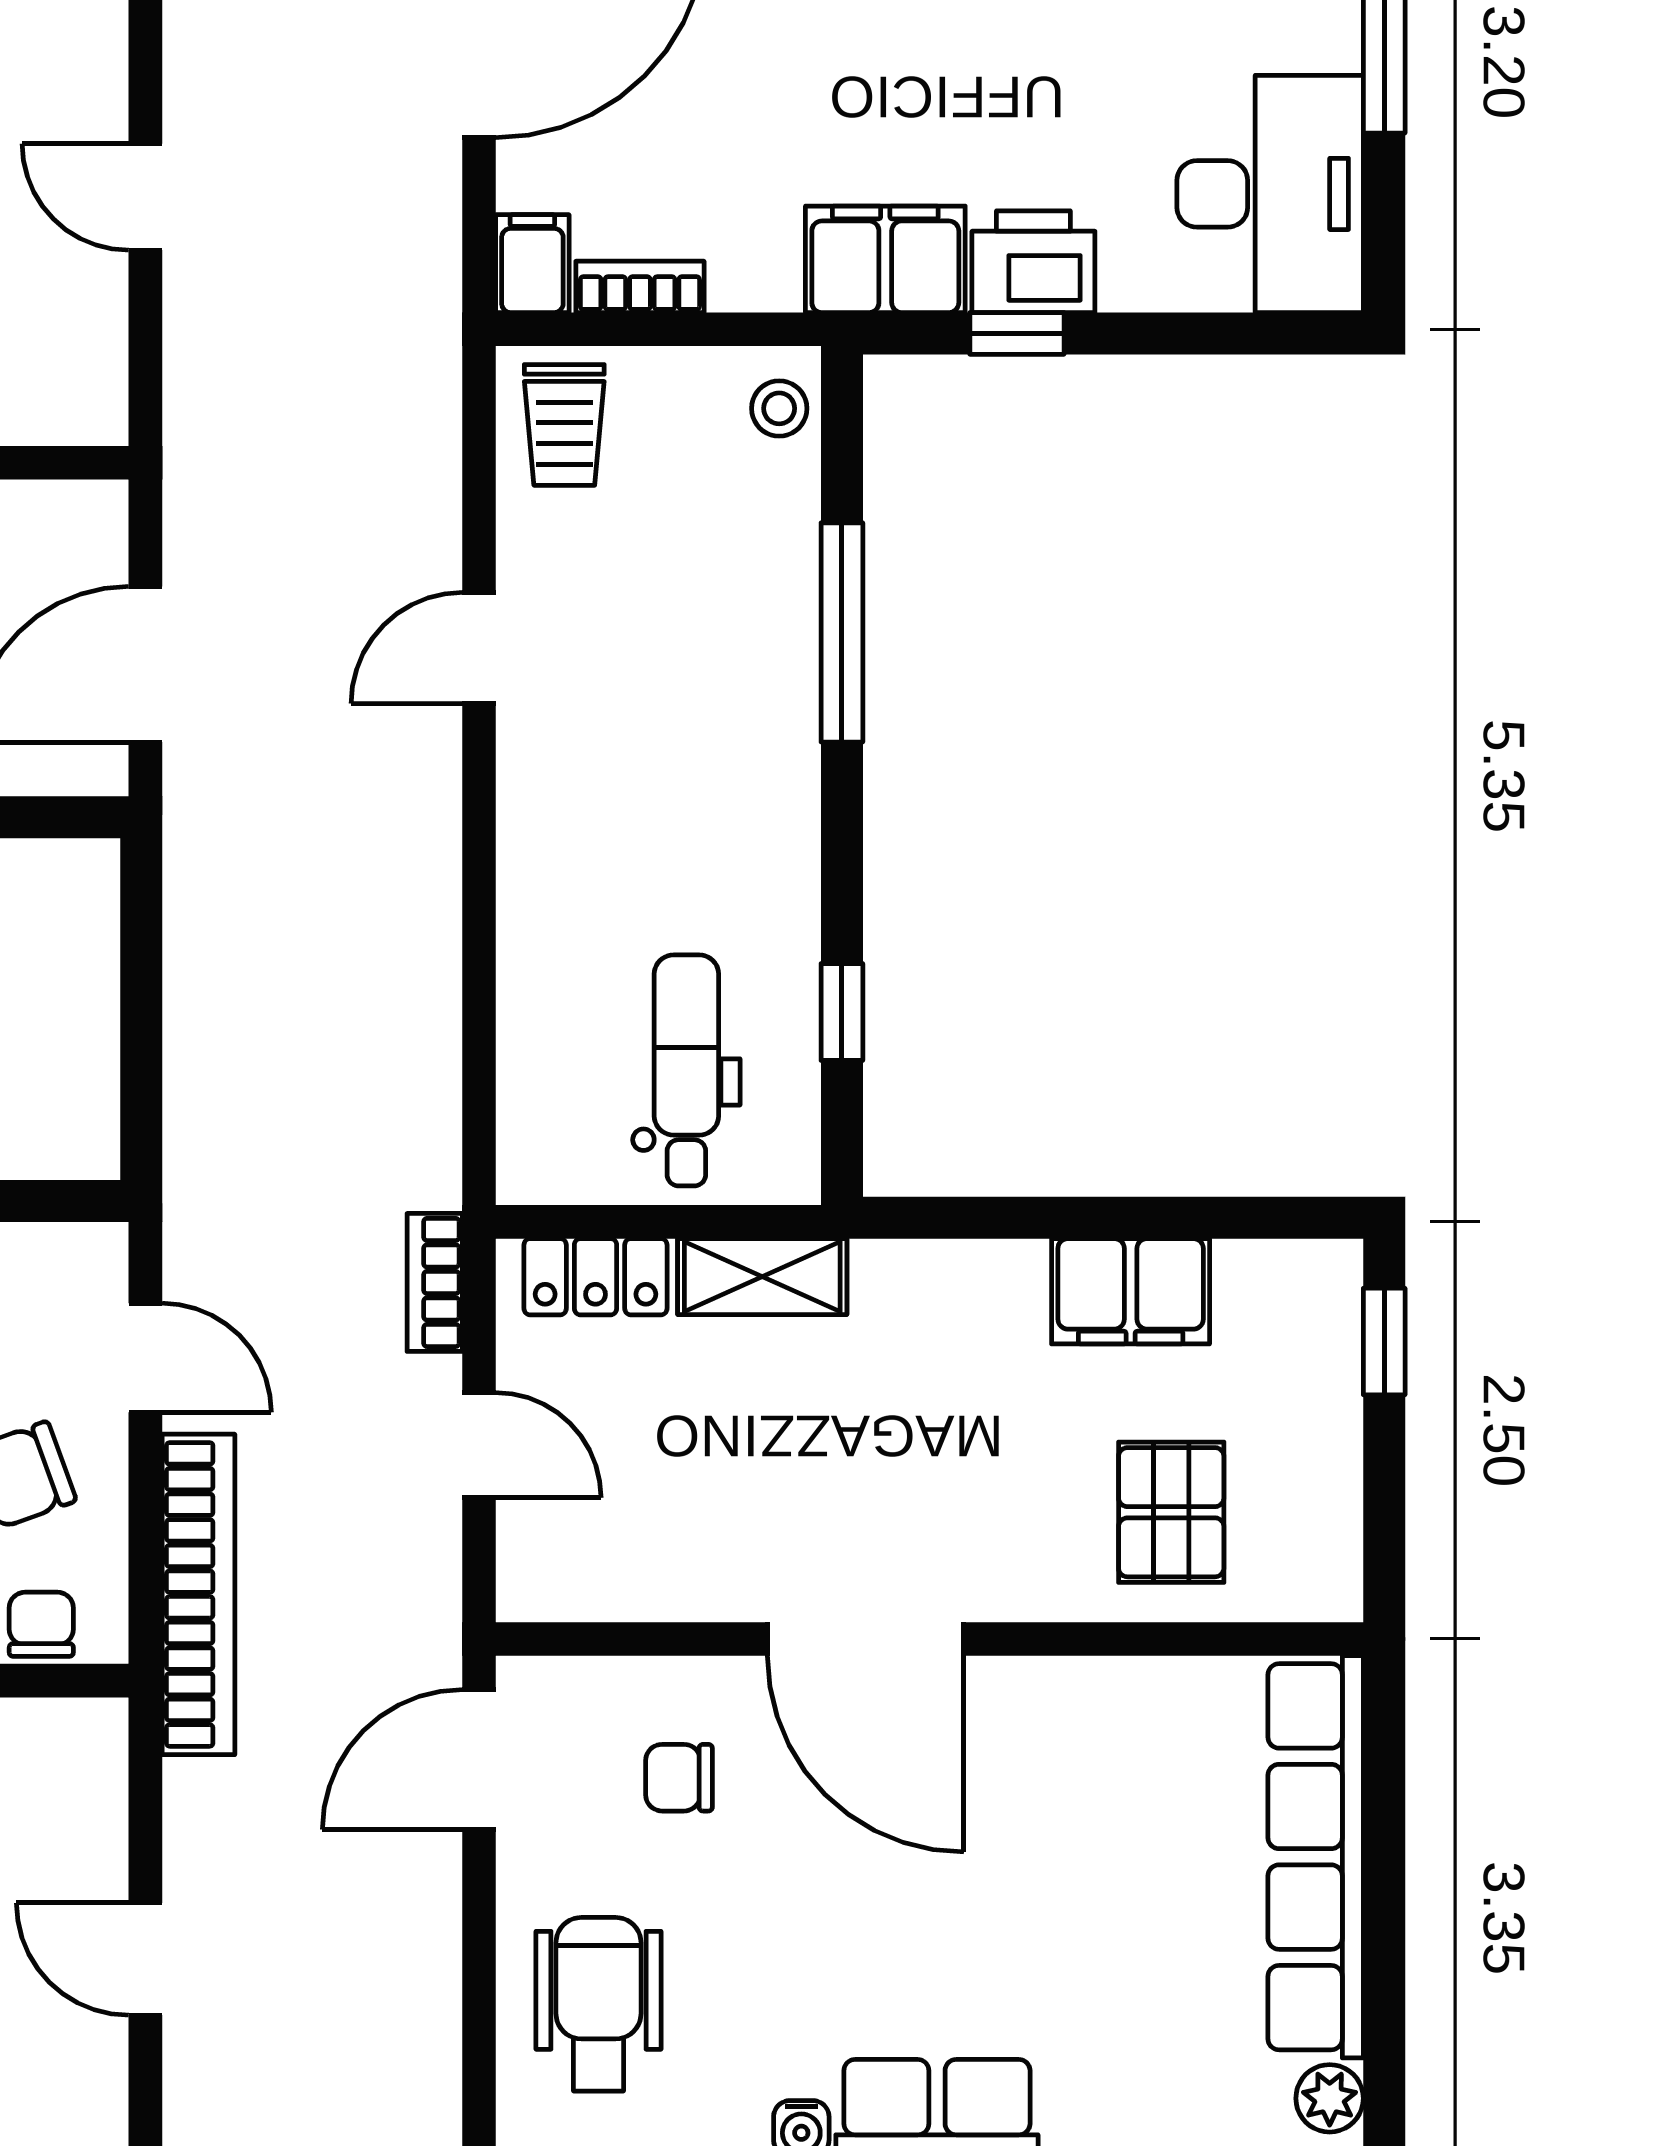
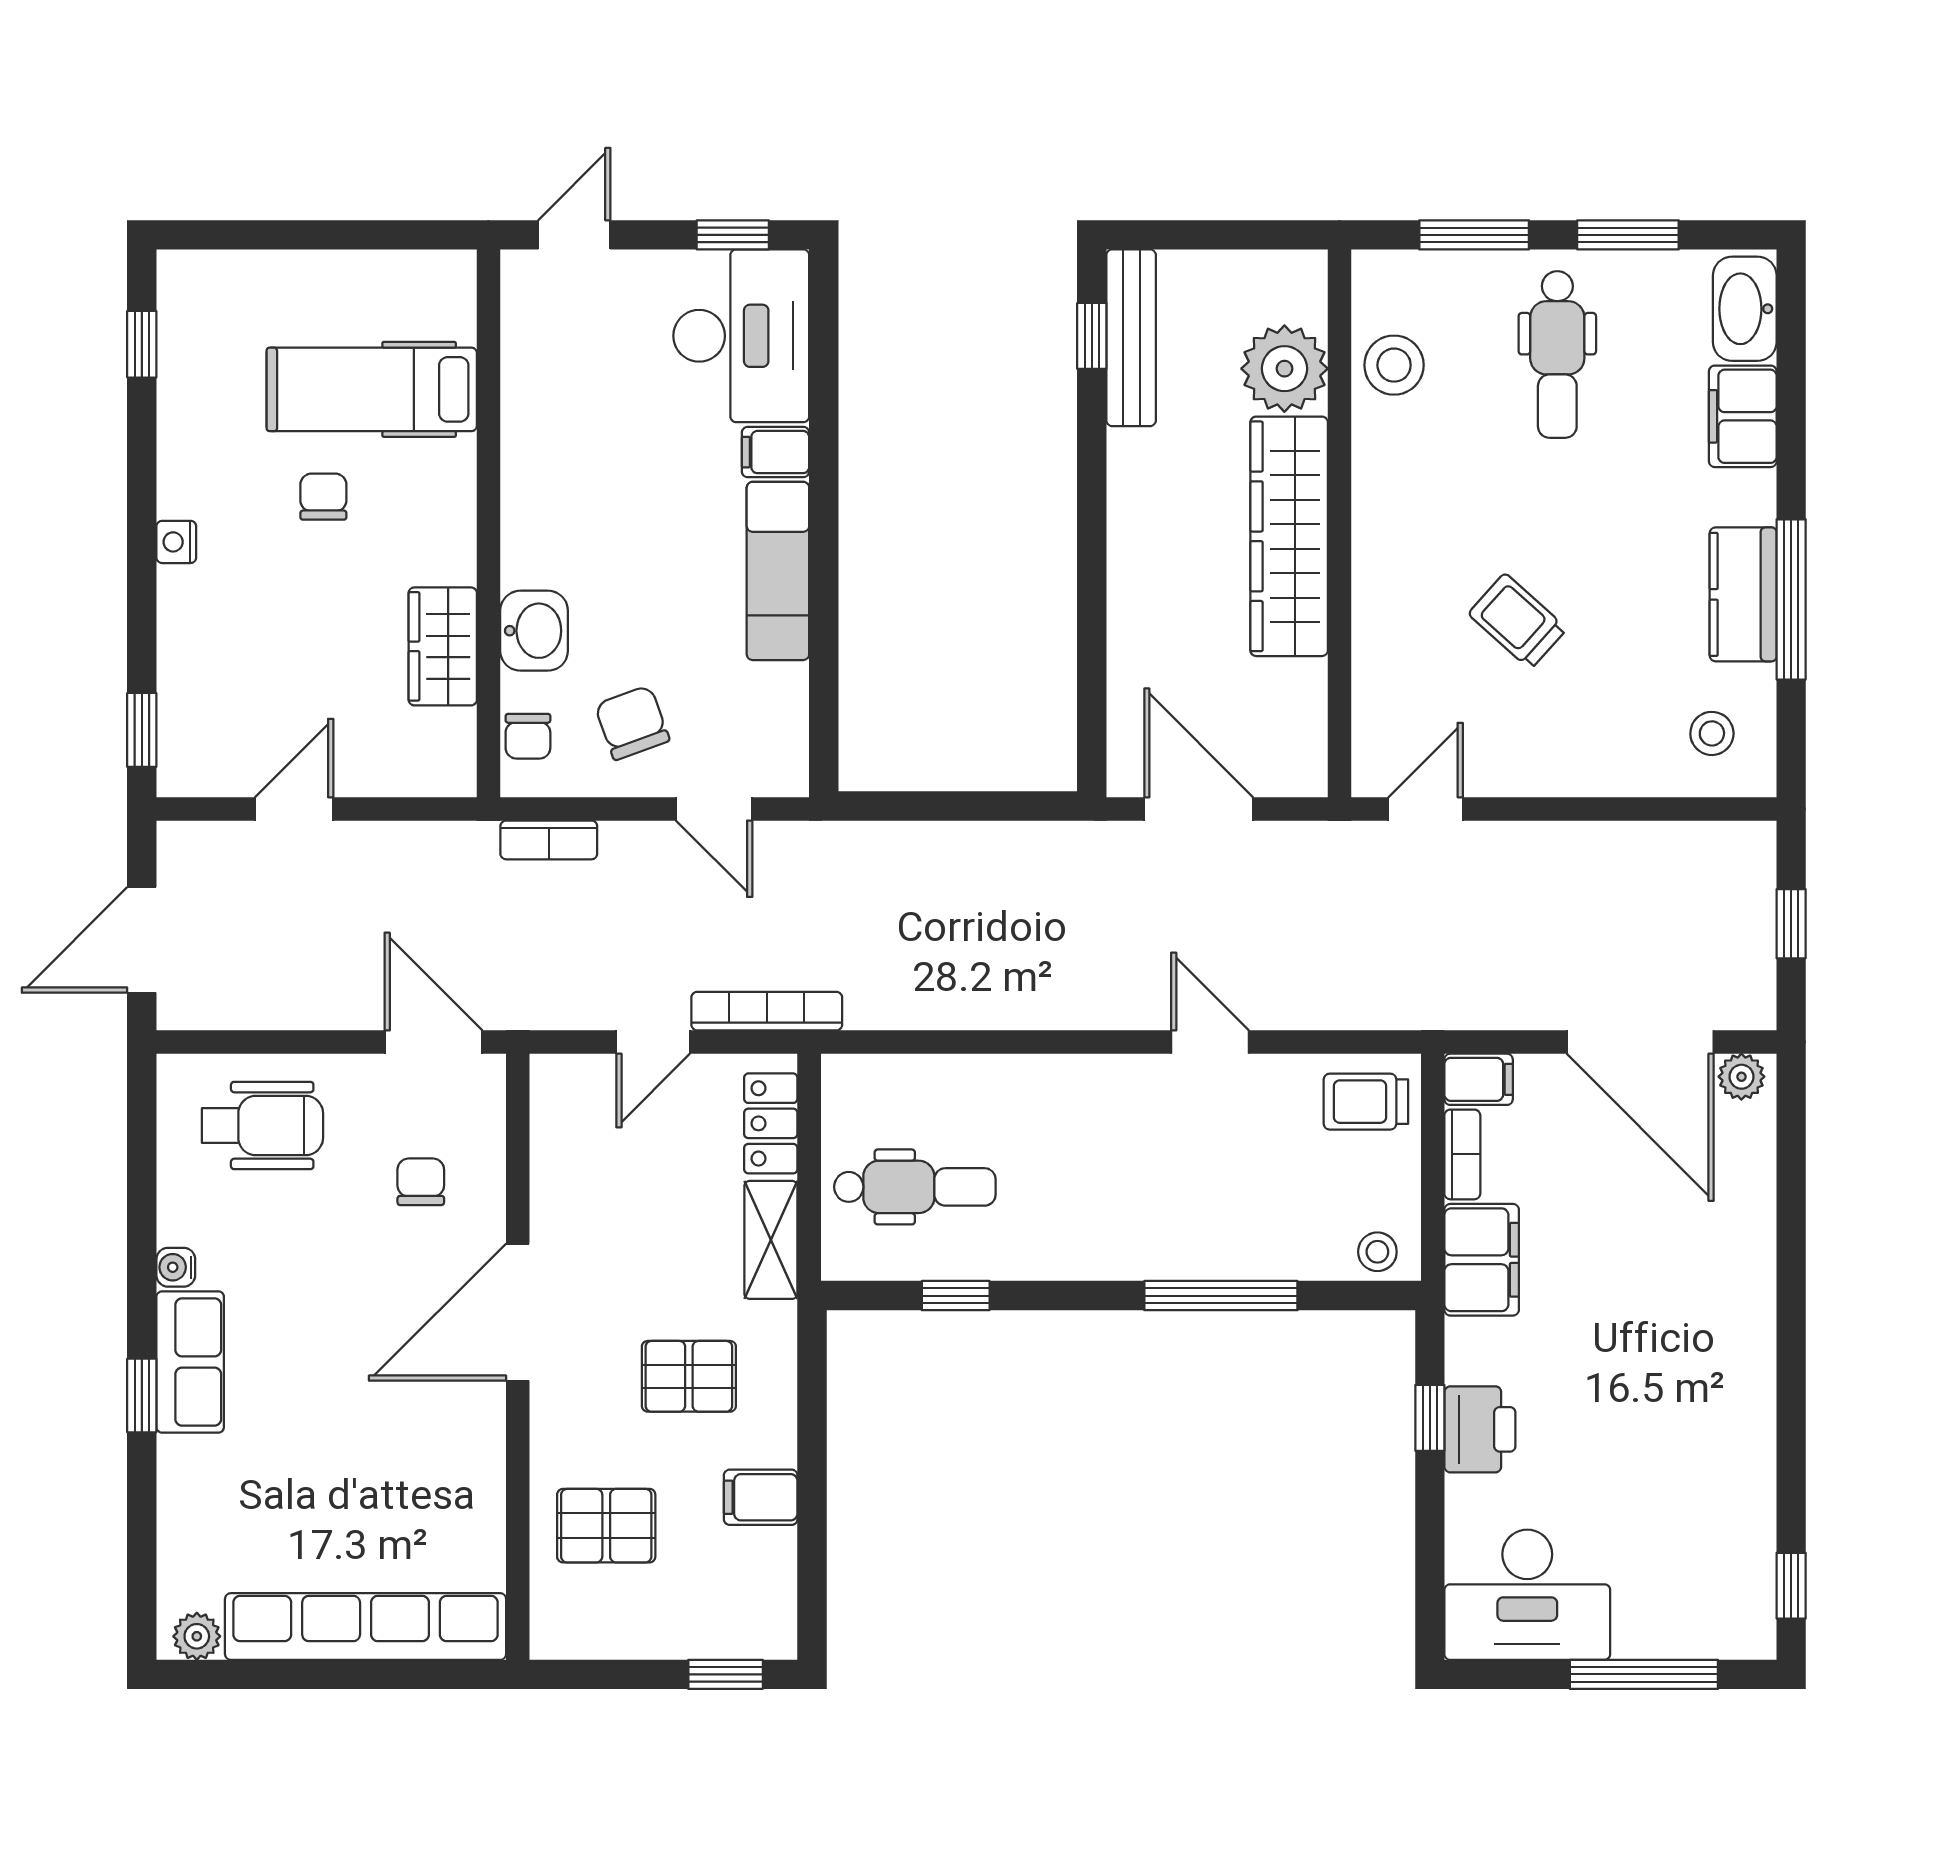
door: (145, 197) -> (1426, 809), moved
filing cabinet: (885, 259) -> (1482, 1260), moved
bookcase: (435, 1282) -> (767, 1011), width x1.56
filing cabinet: (1131, 1291) -> (761, 1497), width x0.50
door: (145, 1358) -> (714, 809), hinge flipped
pallet: (957, 1394) -> (689, 1376), added
bookcase: (198, 1594) -> (549, 840), width x0.43, depth x0.76
chair: (41, 1624) -> (528, 736), turned 90

